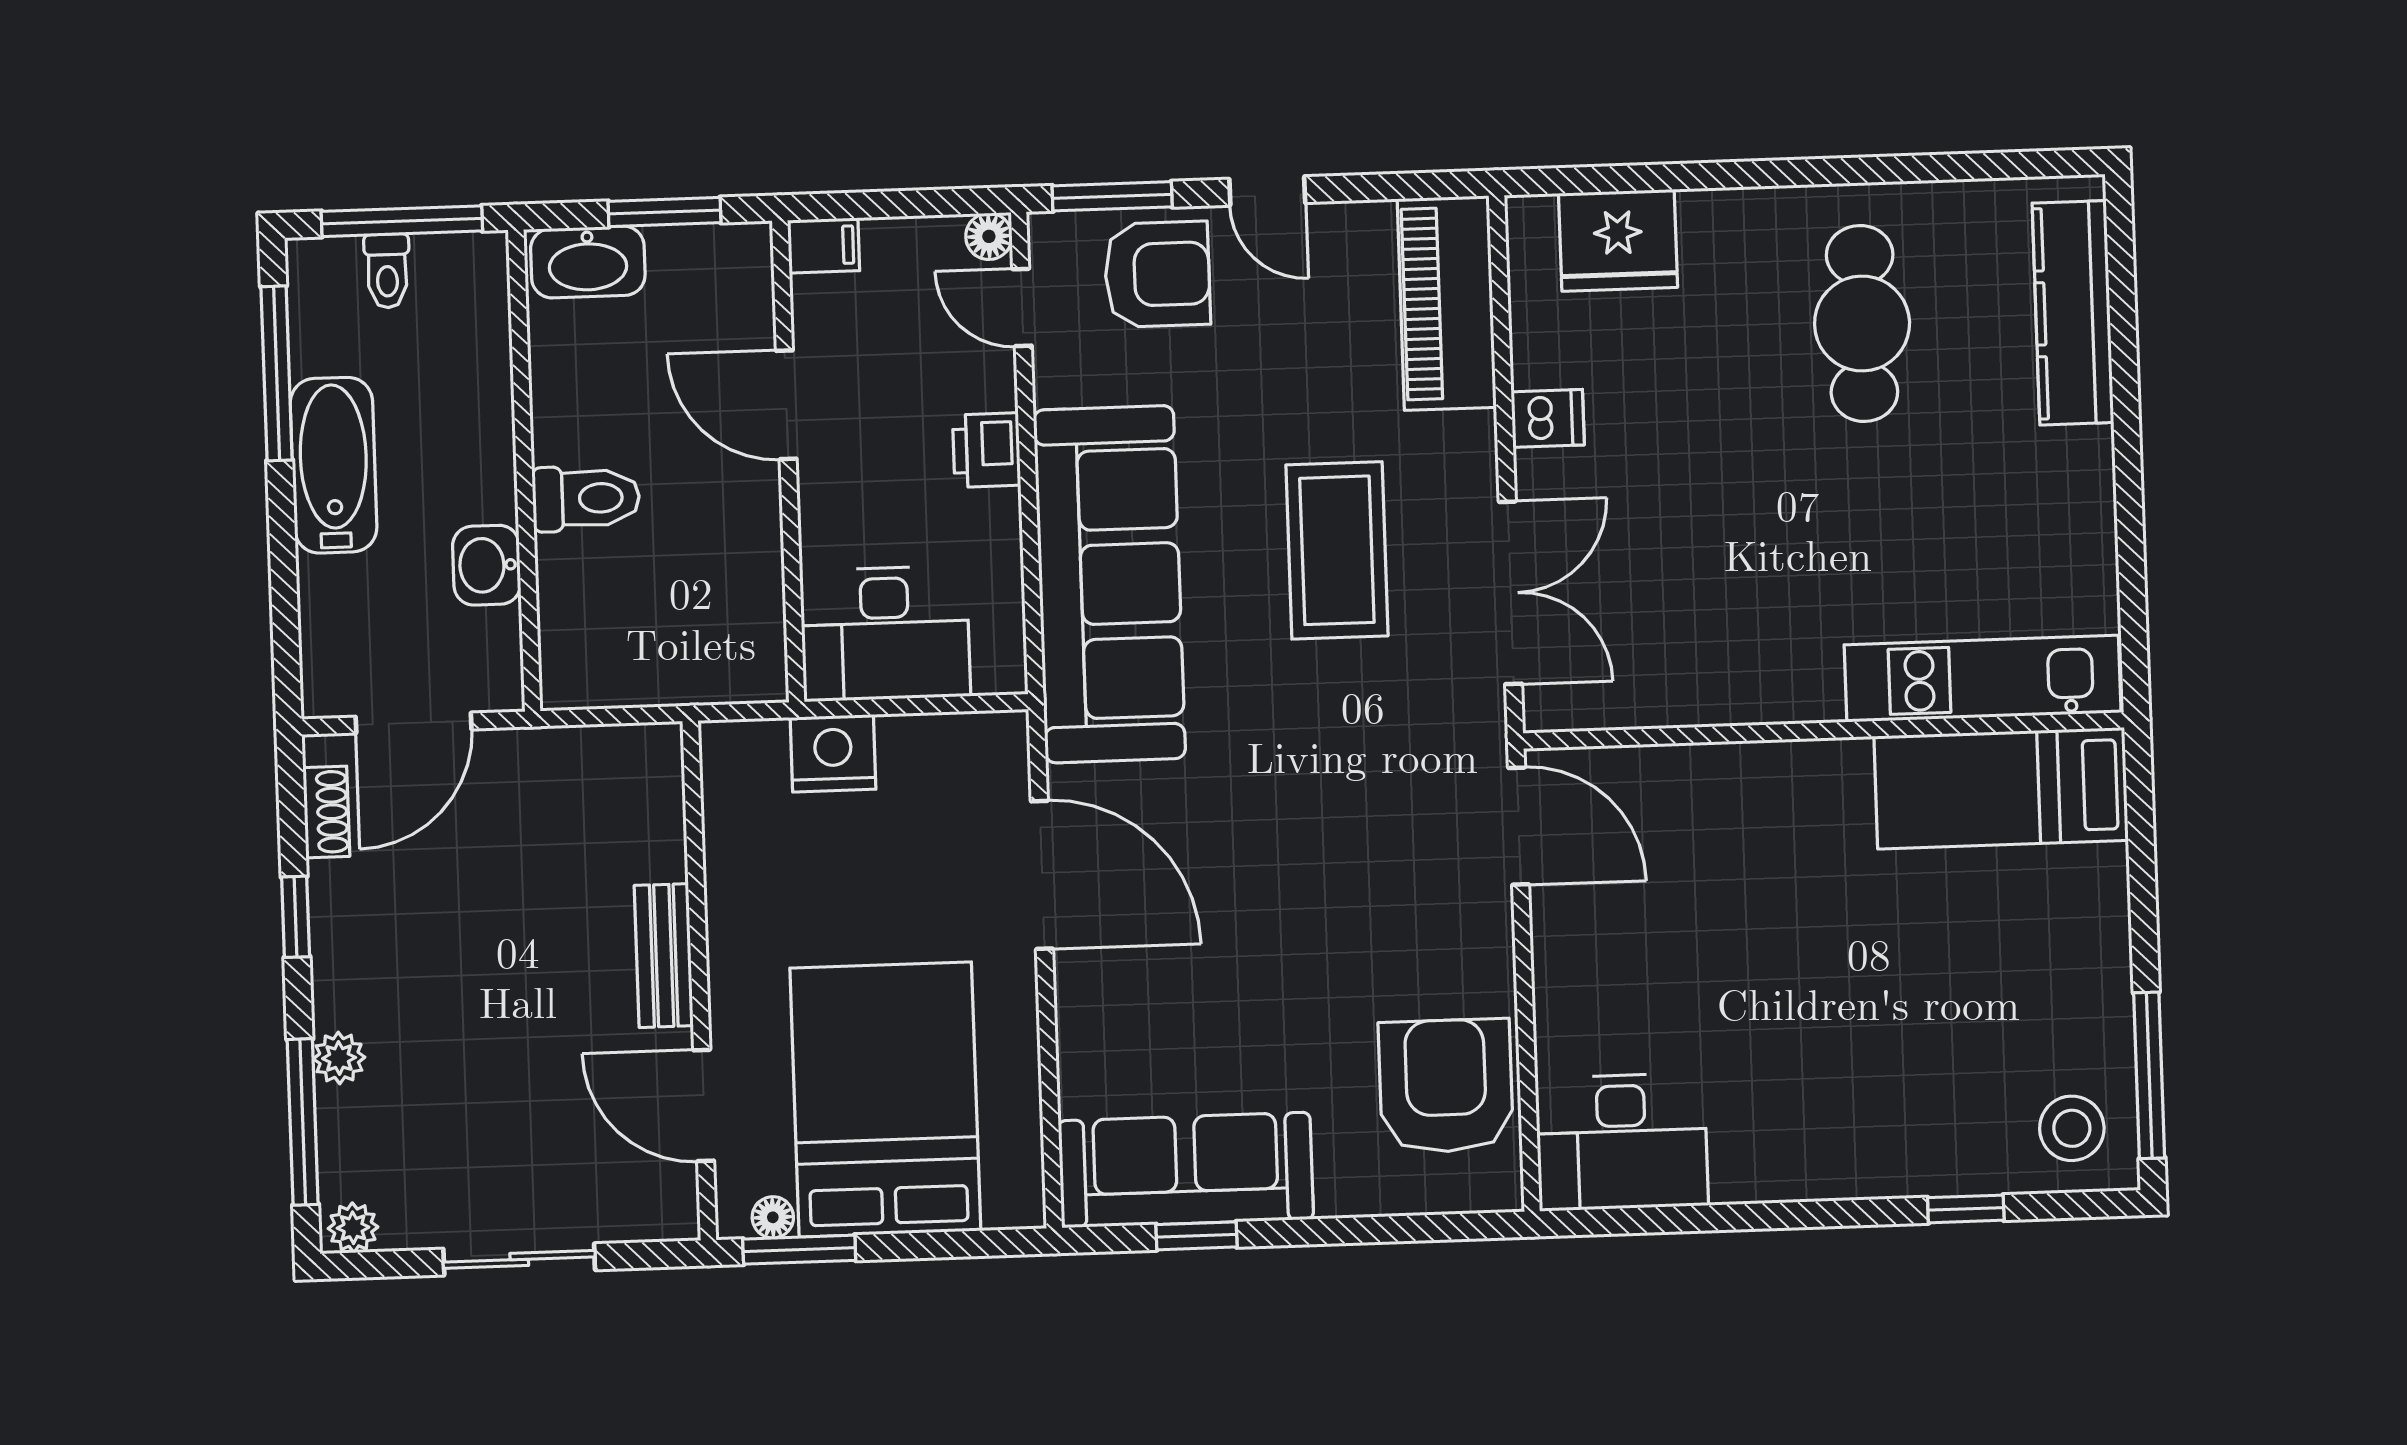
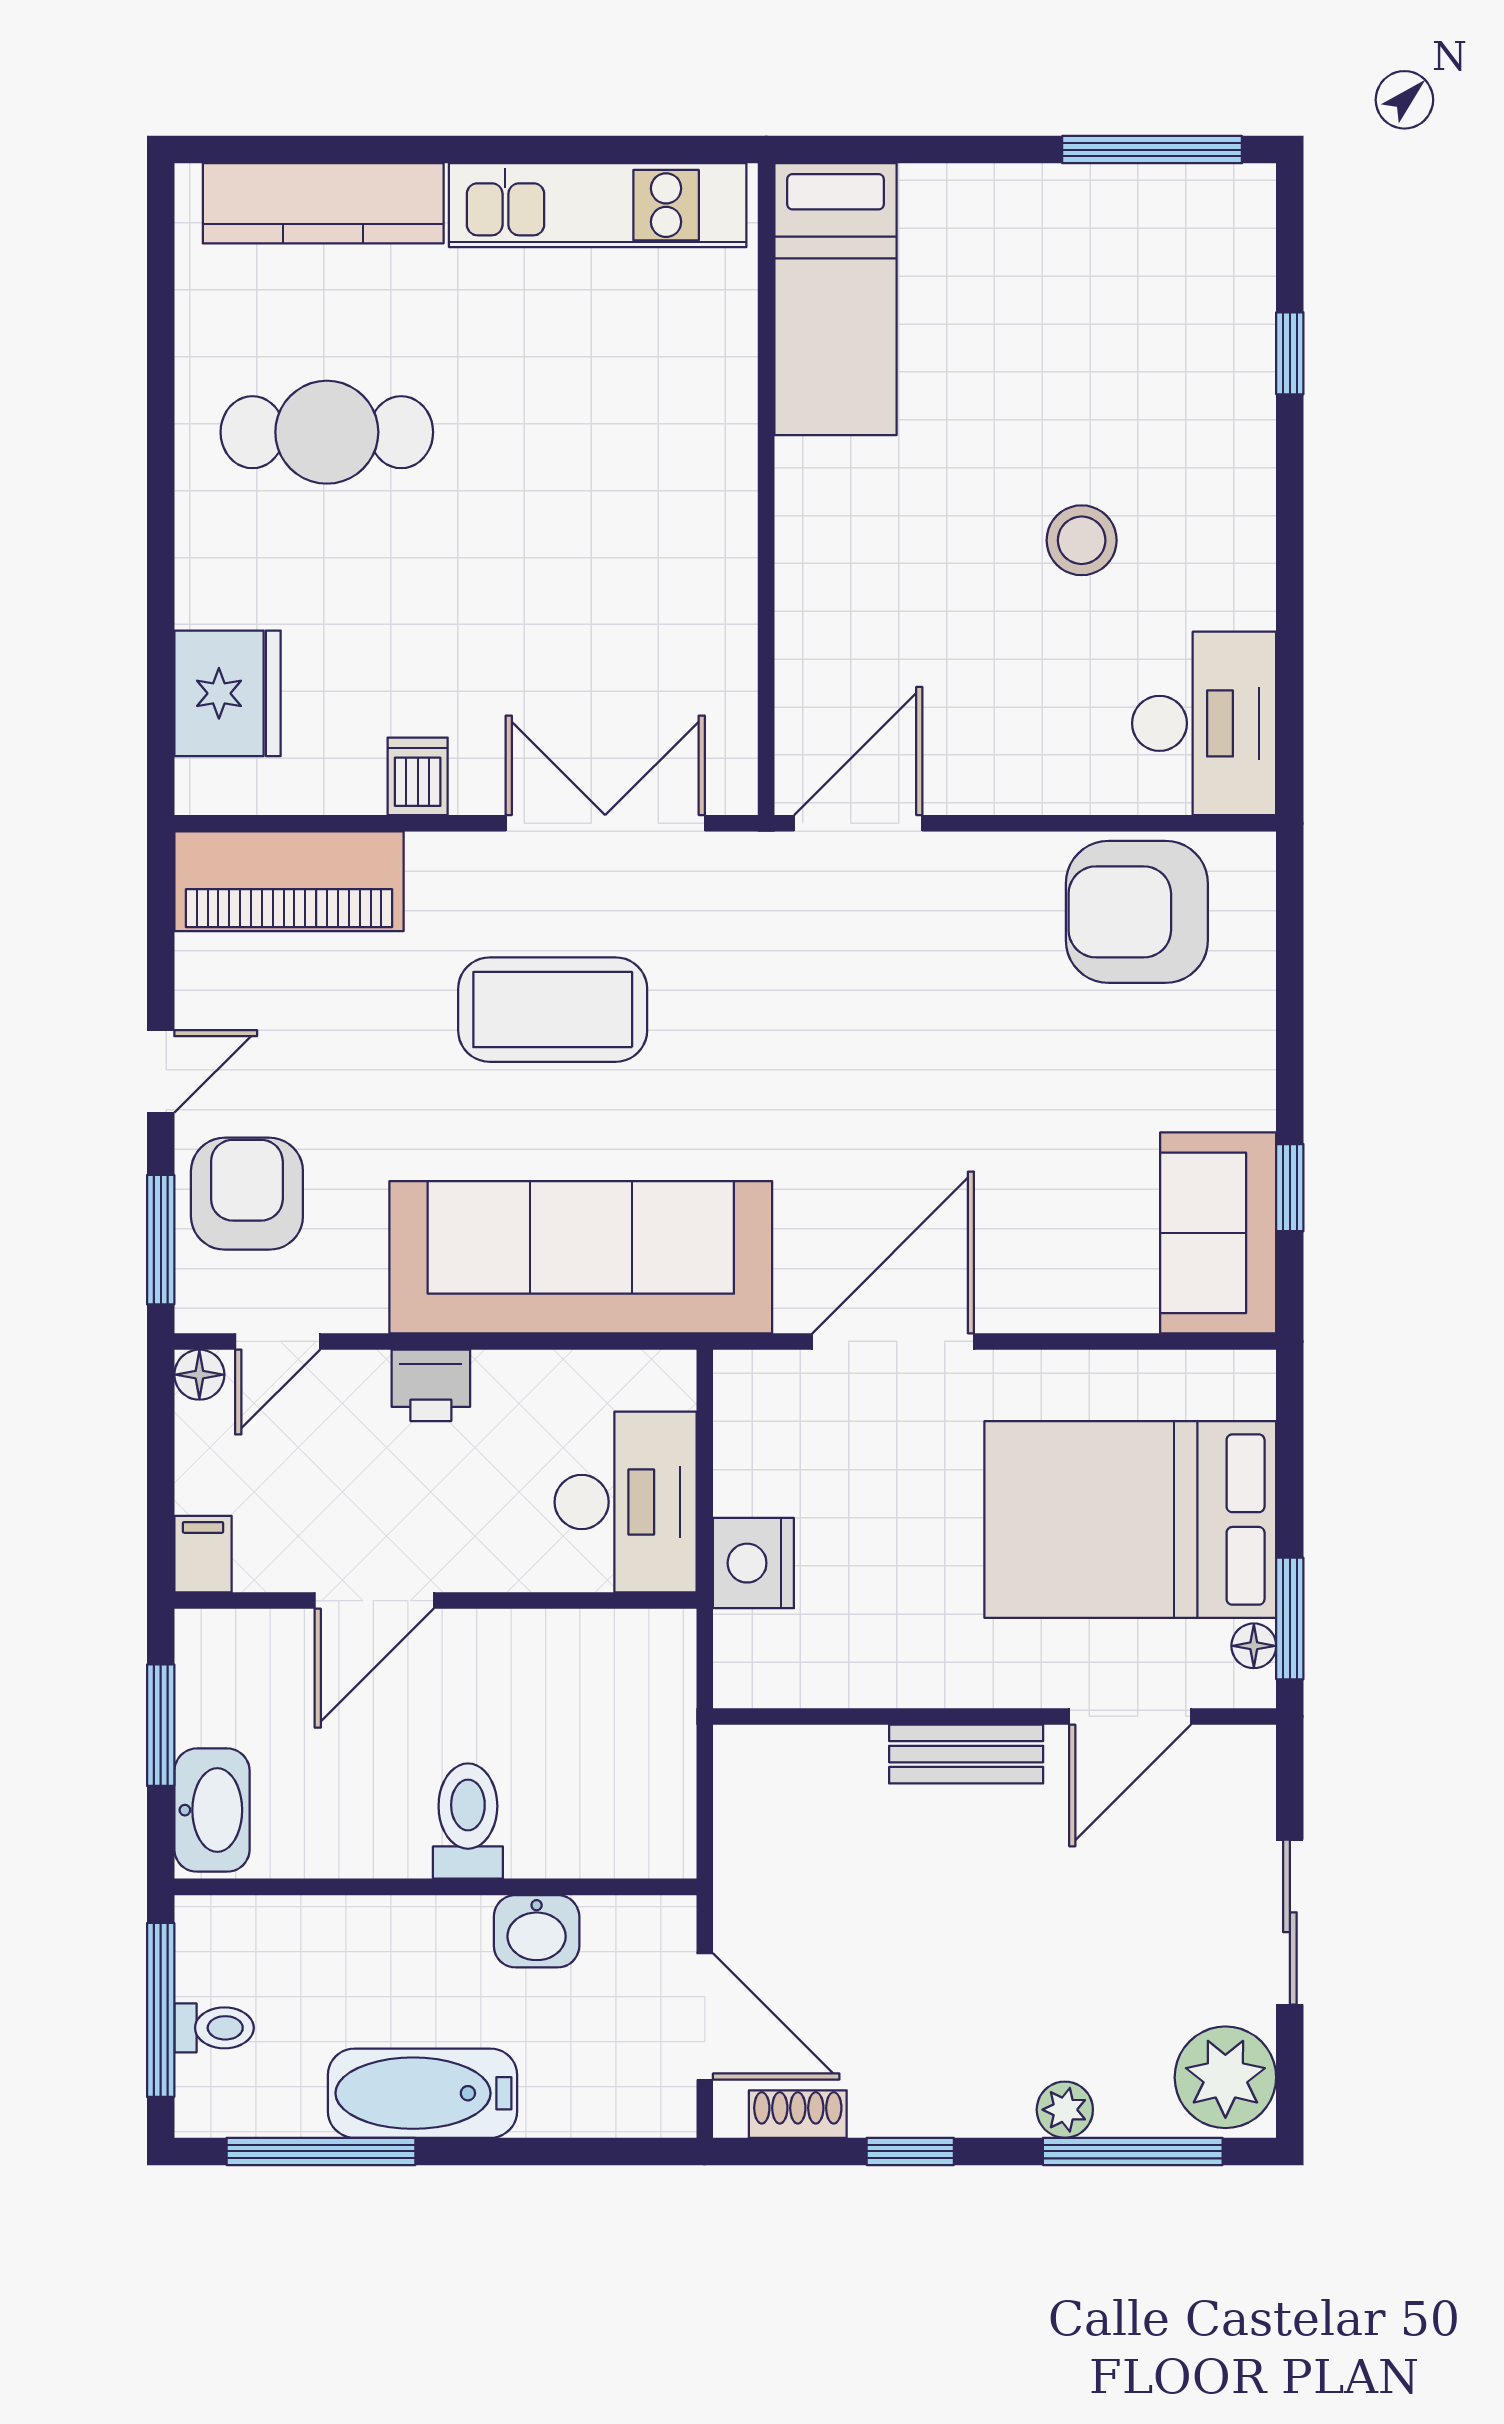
kitchen unit: (1983, 679) -> (598, 205), moved, turned -90
stool: (2072, 1128) -> (1082, 540), moved
sofa: (1186, 1170) -> (1218, 1233), width x0.73
plant: (353, 1228) -> (1225, 2077), width x1.88, depth x1.88

